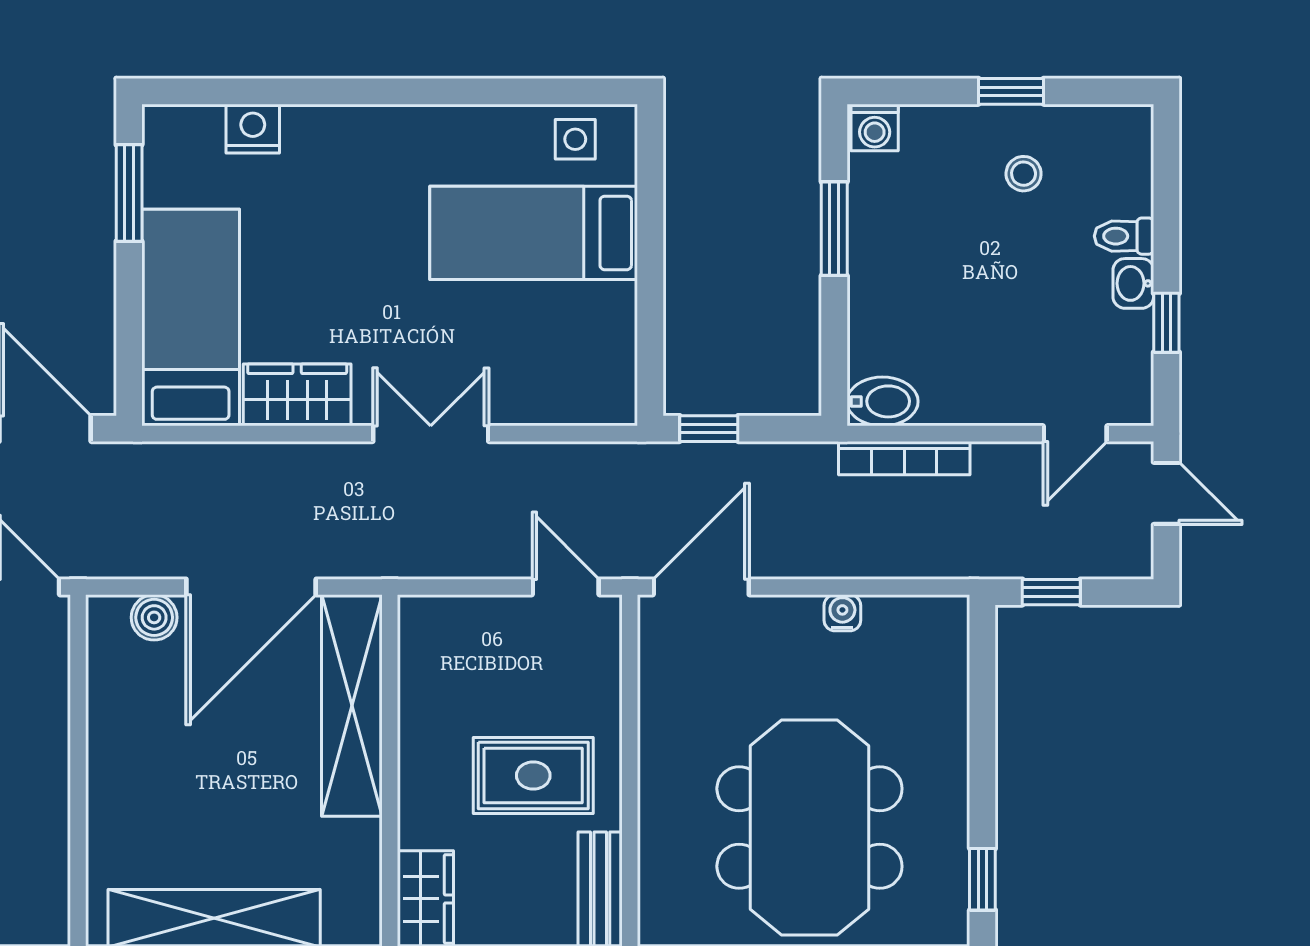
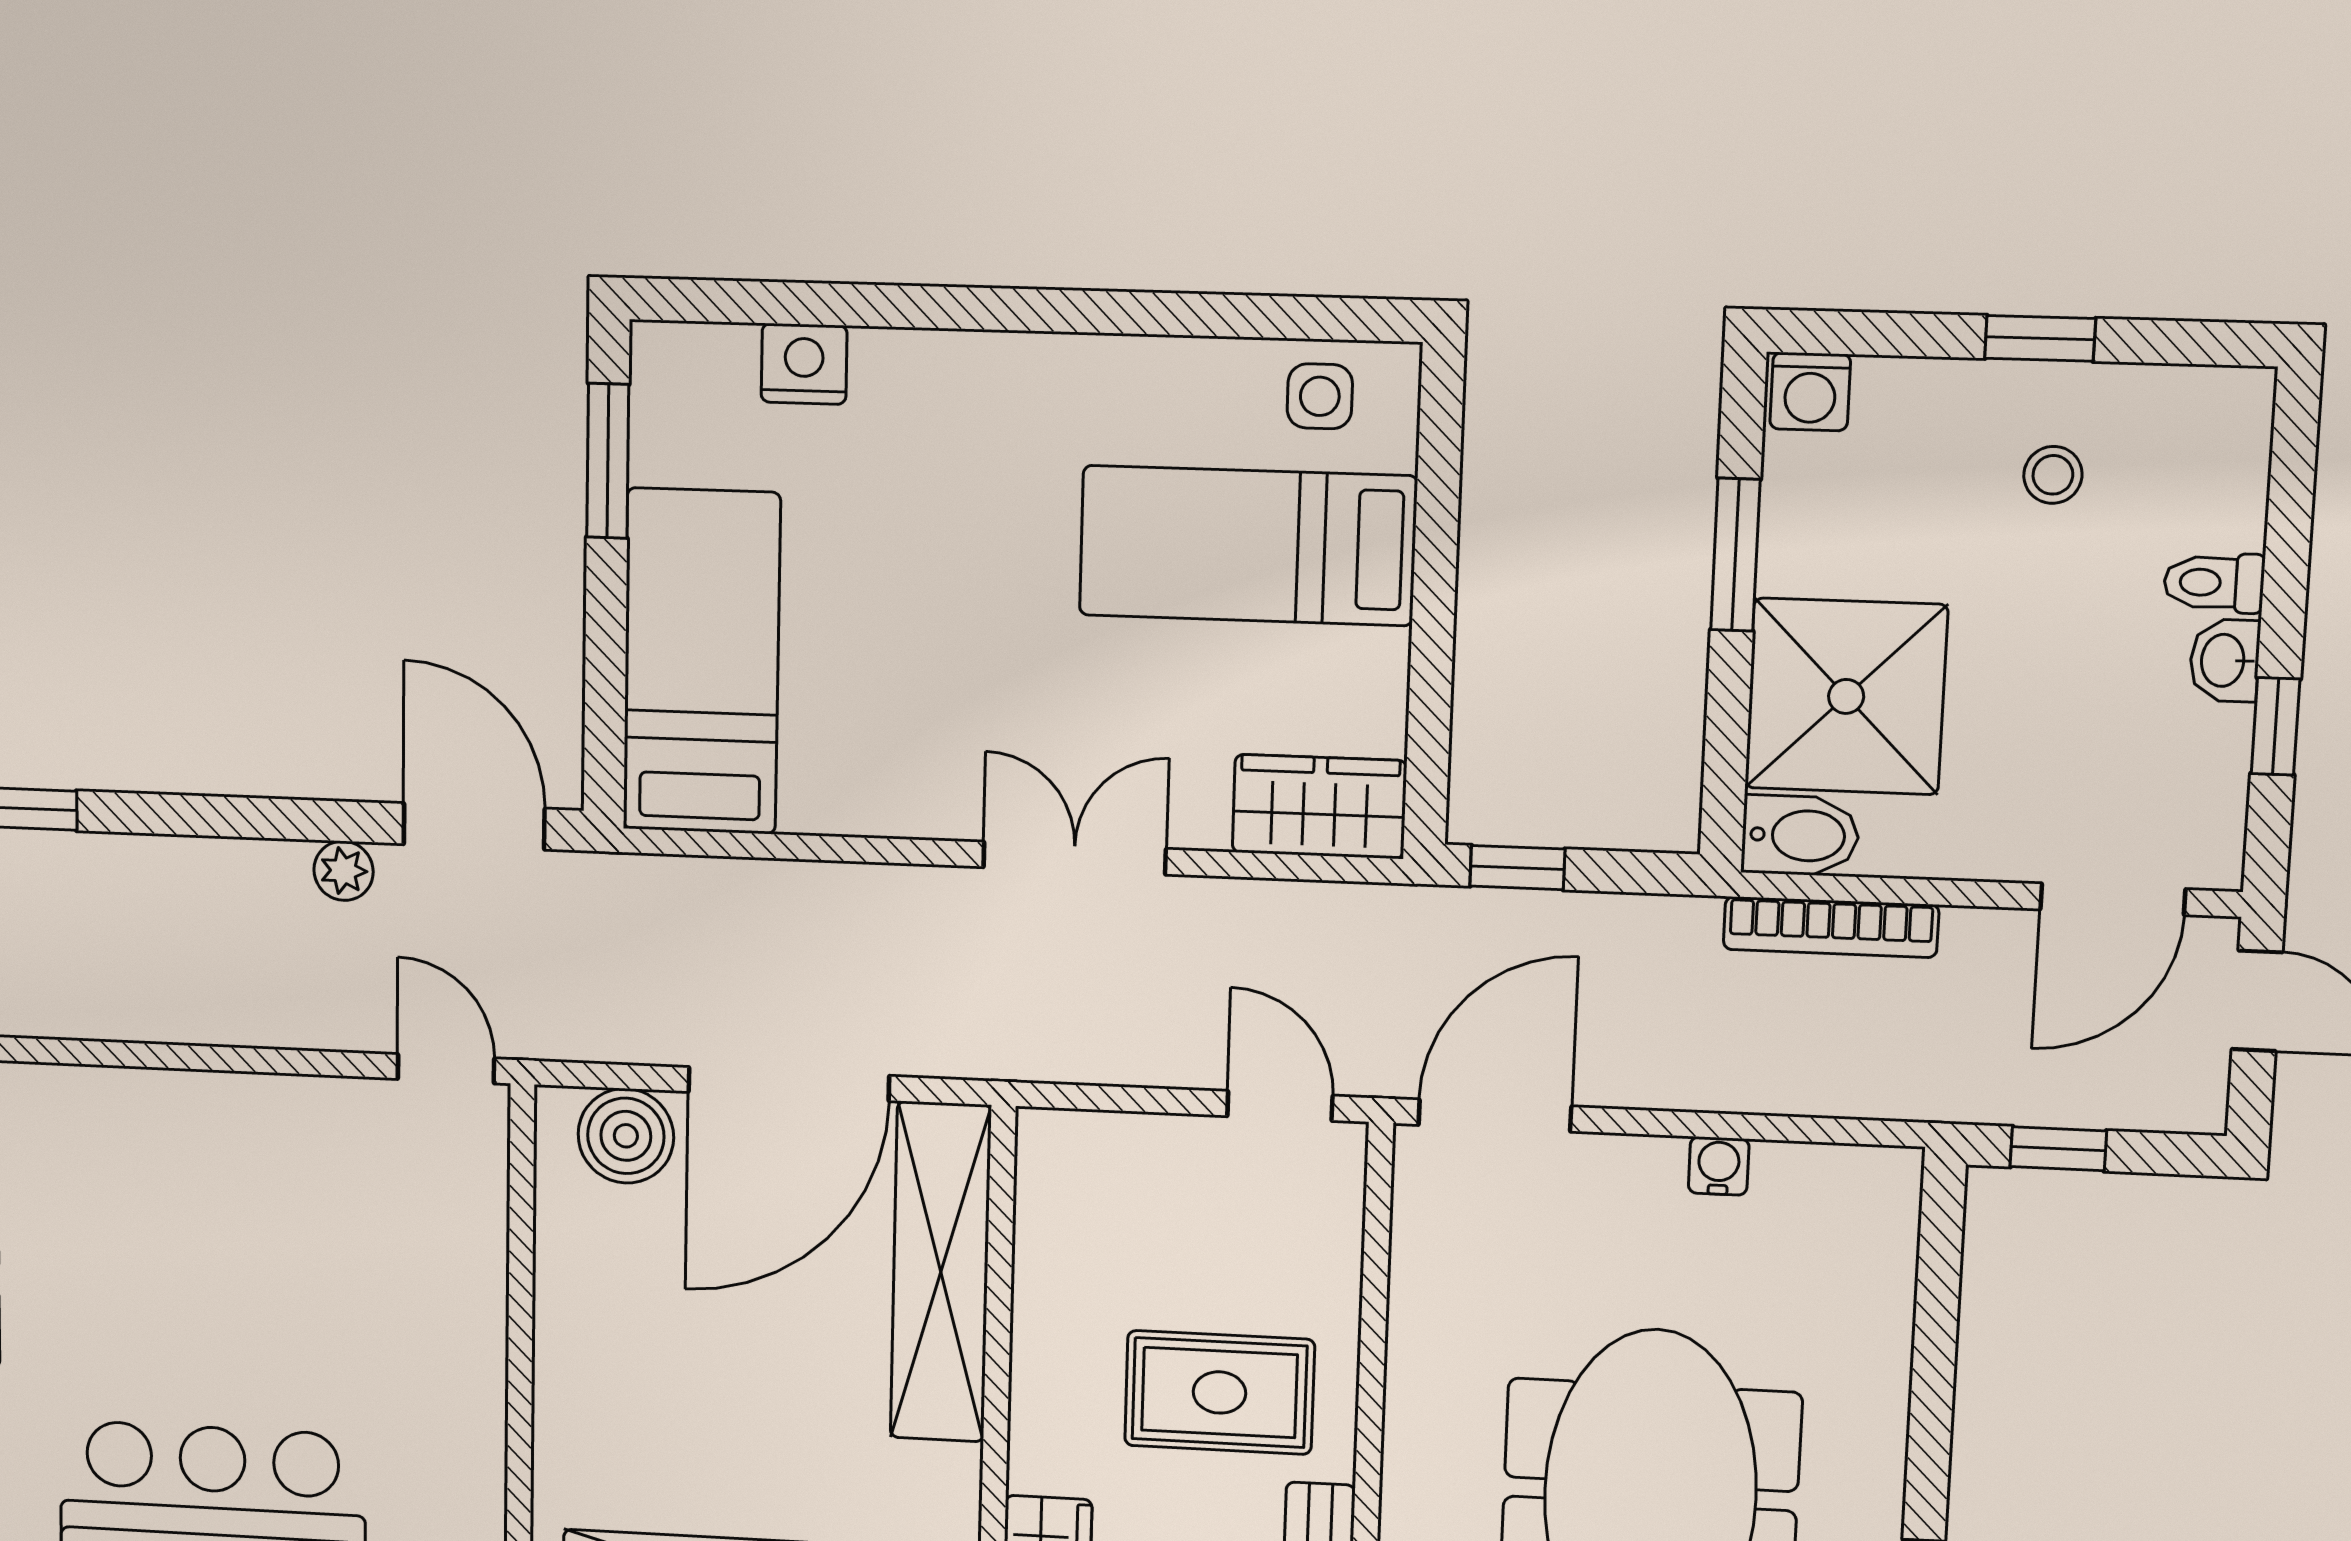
shower: (906, 314) -> (1846, 696), added
wardrobe: (297, 395) -> (1319, 807), moved
door: (1075, 434) -> (2113, 899), width x1.38
boiler: (154, 617) -> (626, 1136), width x1.36, depth x1.36

